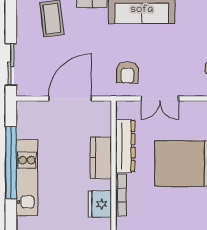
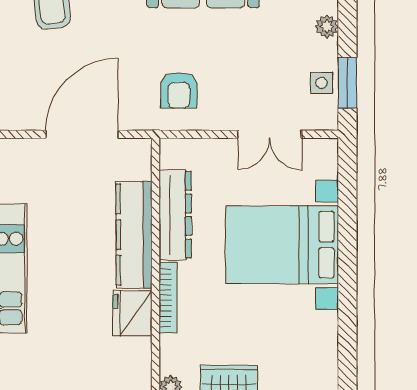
double door: (160, 98) -> (270, 134), moved
kitchen counter: (101, 158) -> (134, 235), width x1.50

